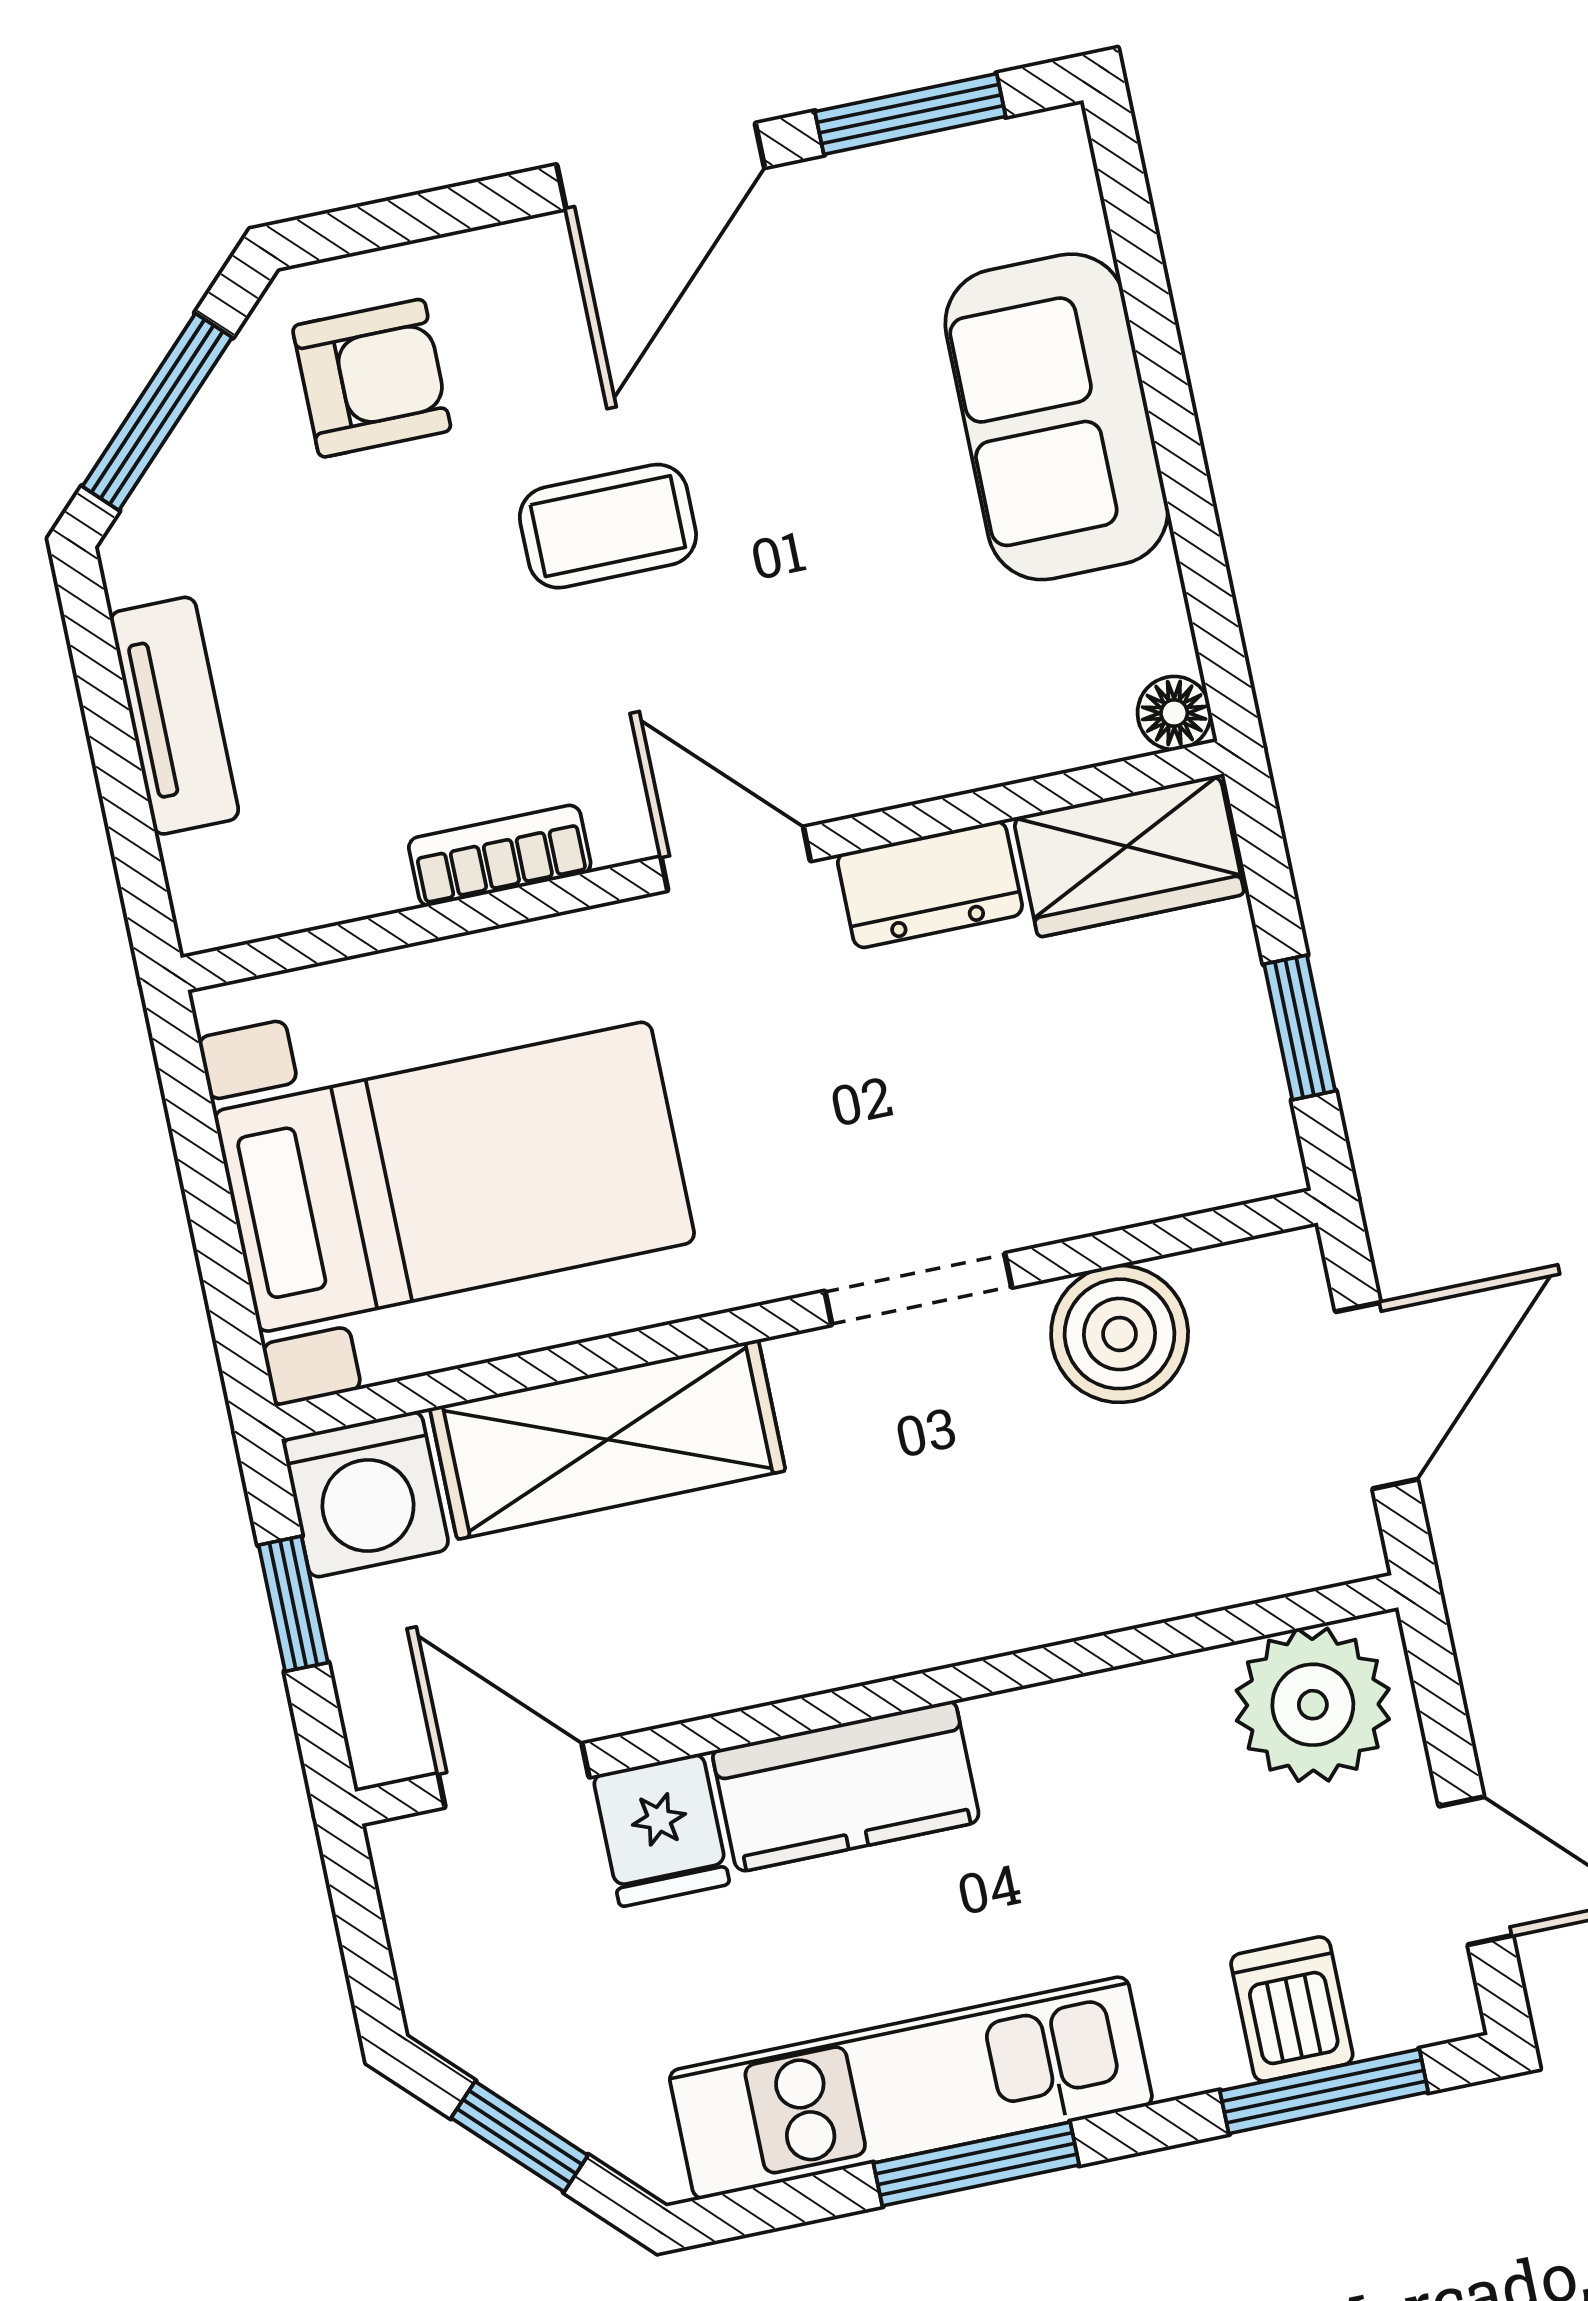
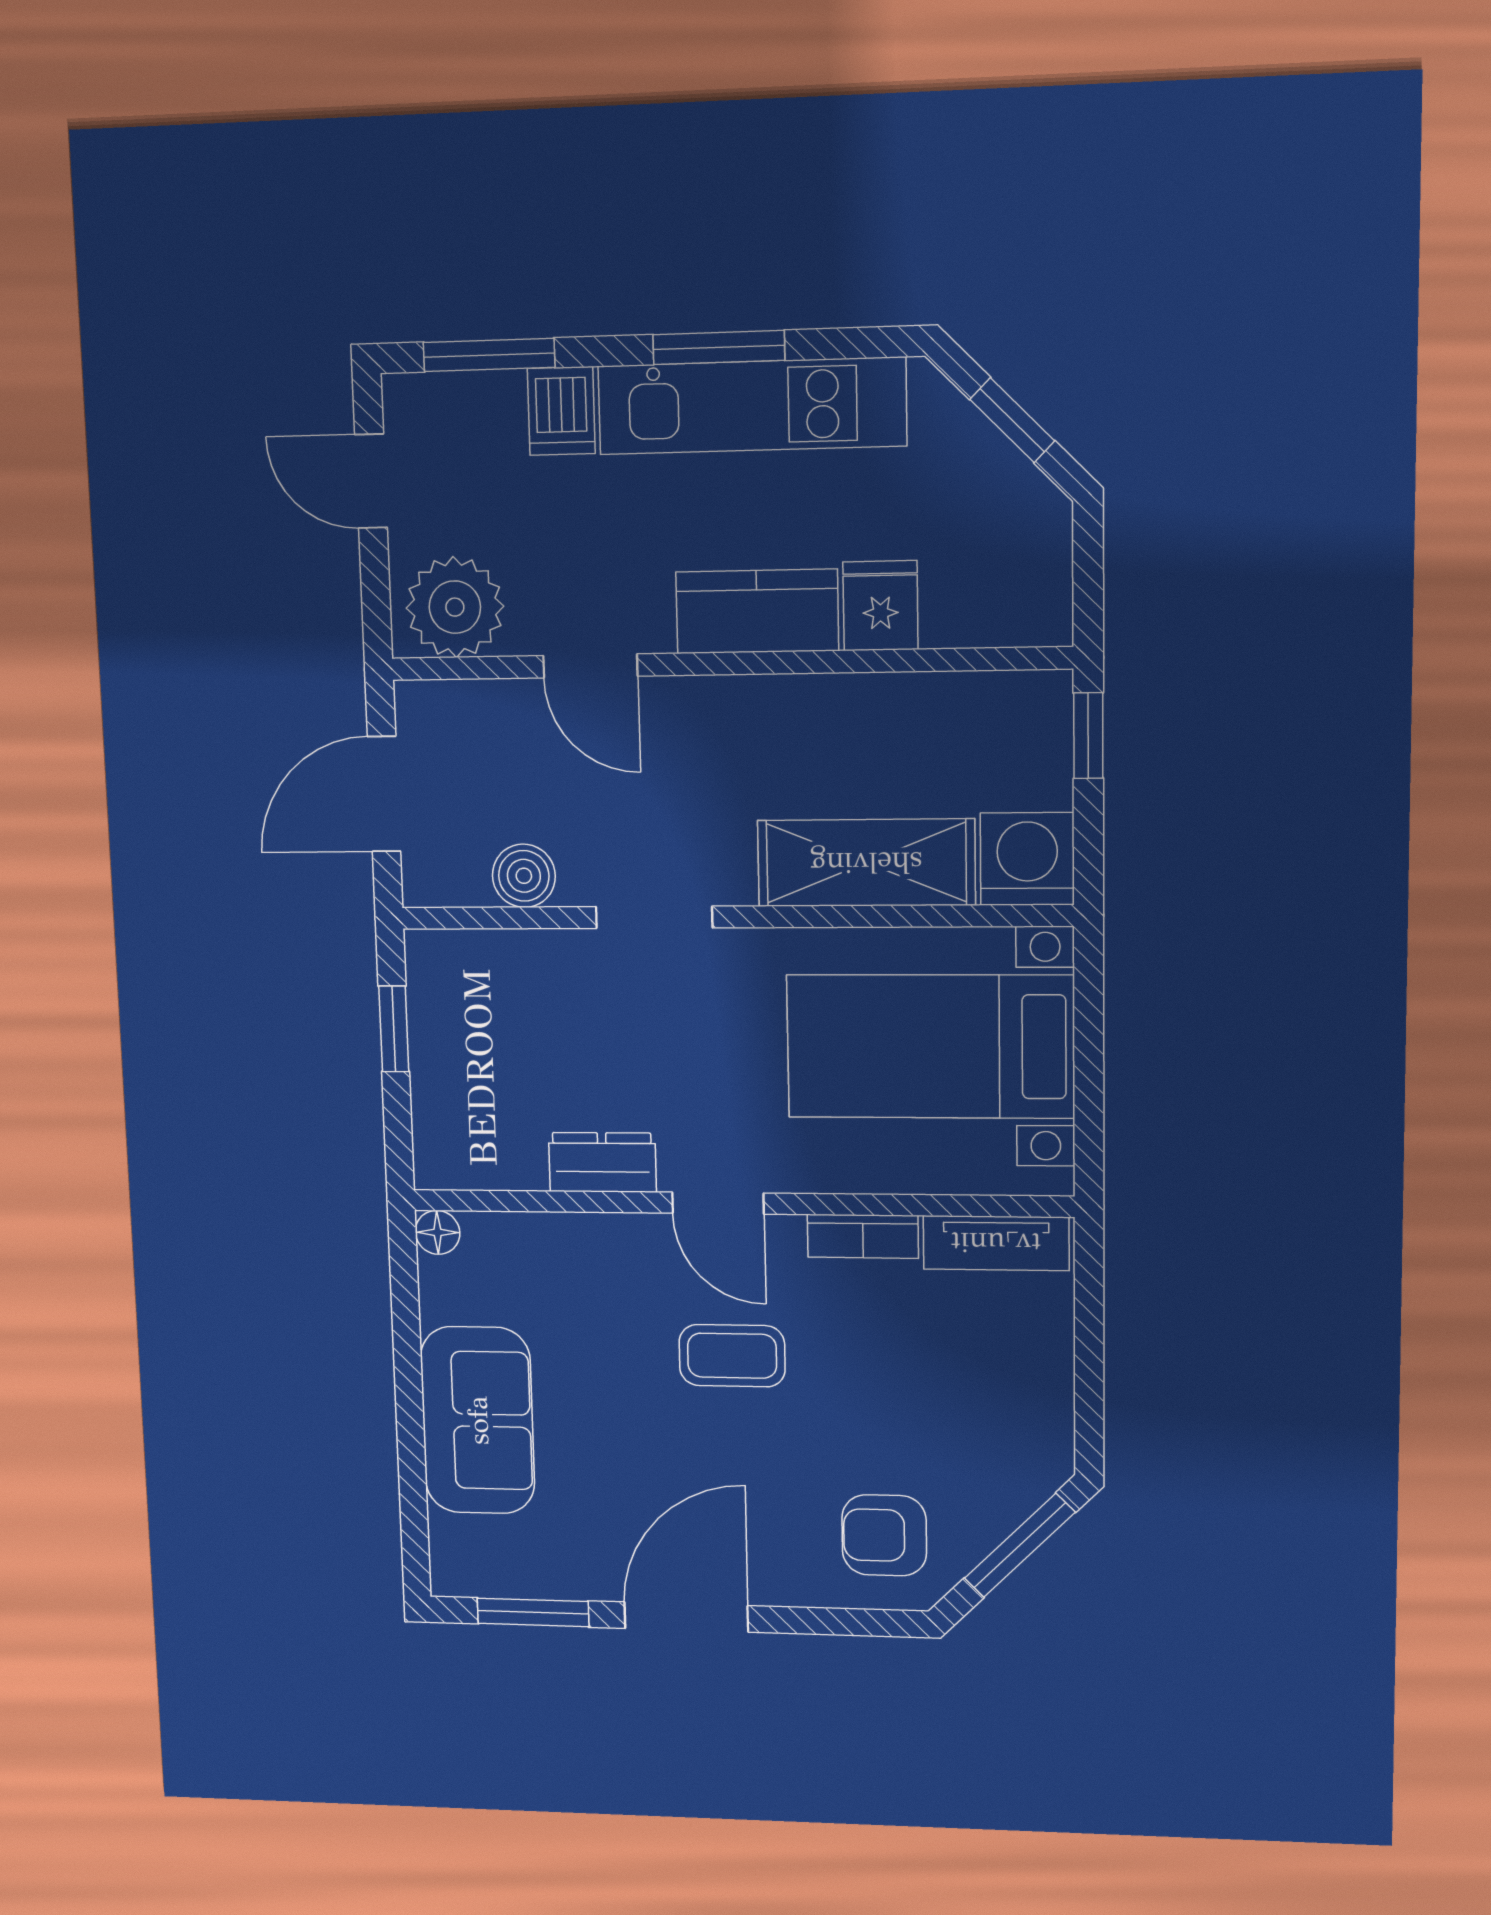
coffee table: (608, 526) -> (732, 1356), moved
tv unit: (174, 716) -> (996, 1243), moved, turned -90
wardrobe: (1129, 856) -> (479, 1154), removed
boiler: (1120, 1334) -> (524, 876), width x0.73, depth x0.73
window: (293, 1604) -> (1088, 736), moved
door: (514, 1775) -> (590, 666), moved
dishwasher: (1292, 2009) -> (561, 411), moved

